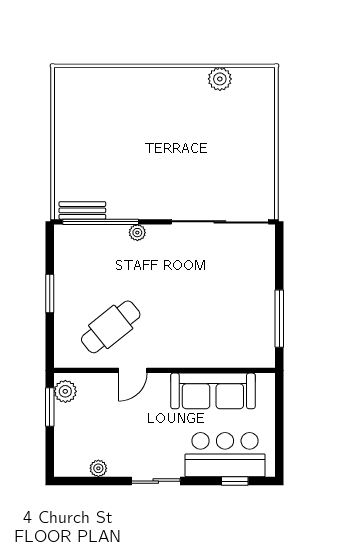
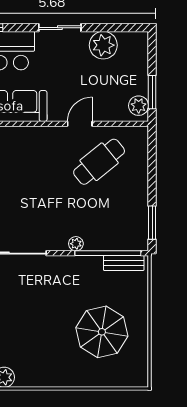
parasol: (107, 131) -> (102, 332), added
window: (50, 293) -> (152, 223), moved
plant: (98, 468) -> (103, 45), width x1.88, depth x1.88

